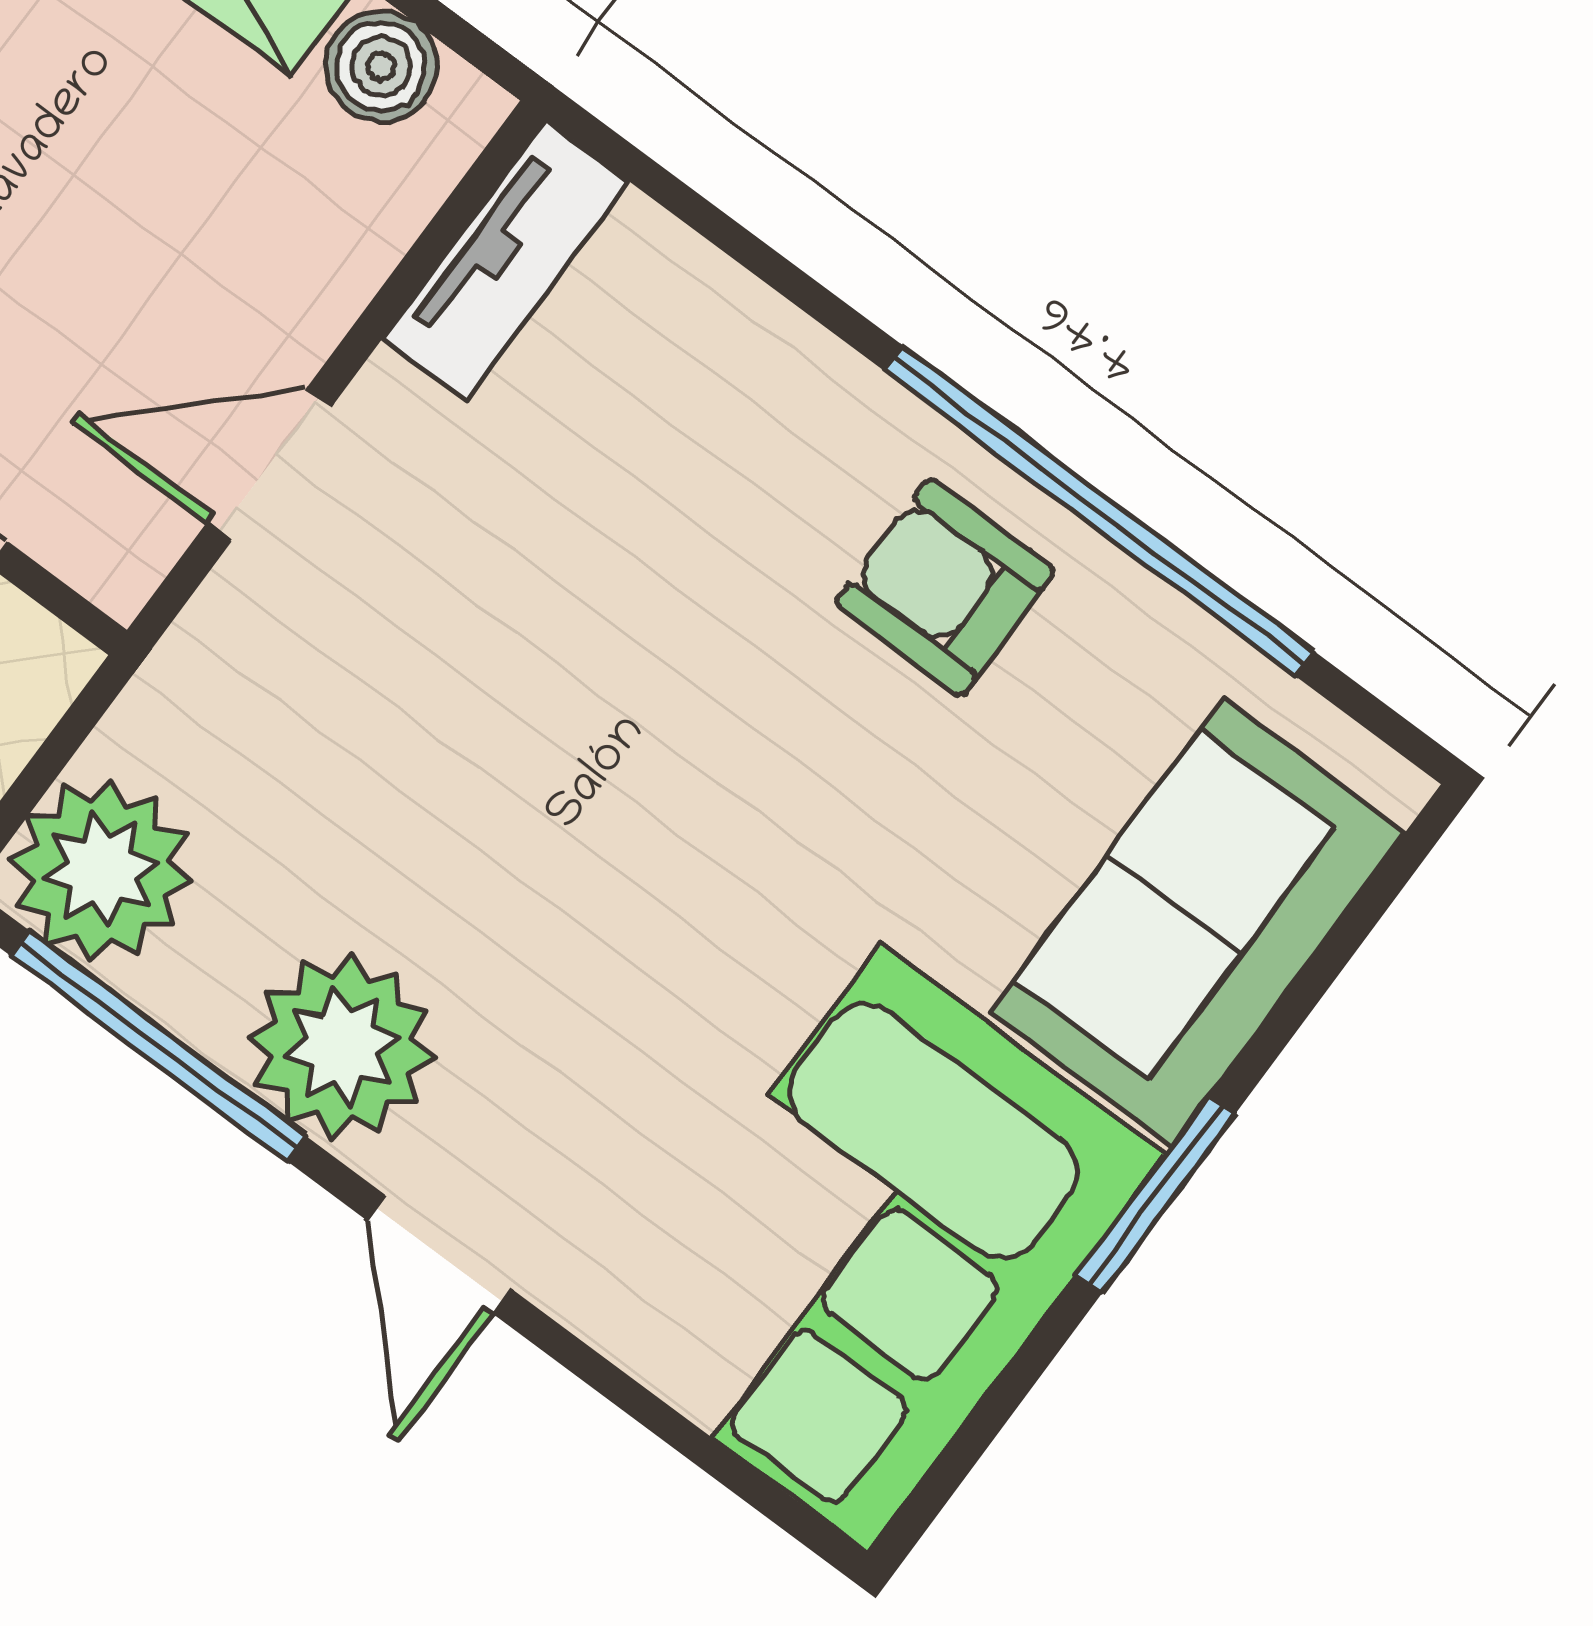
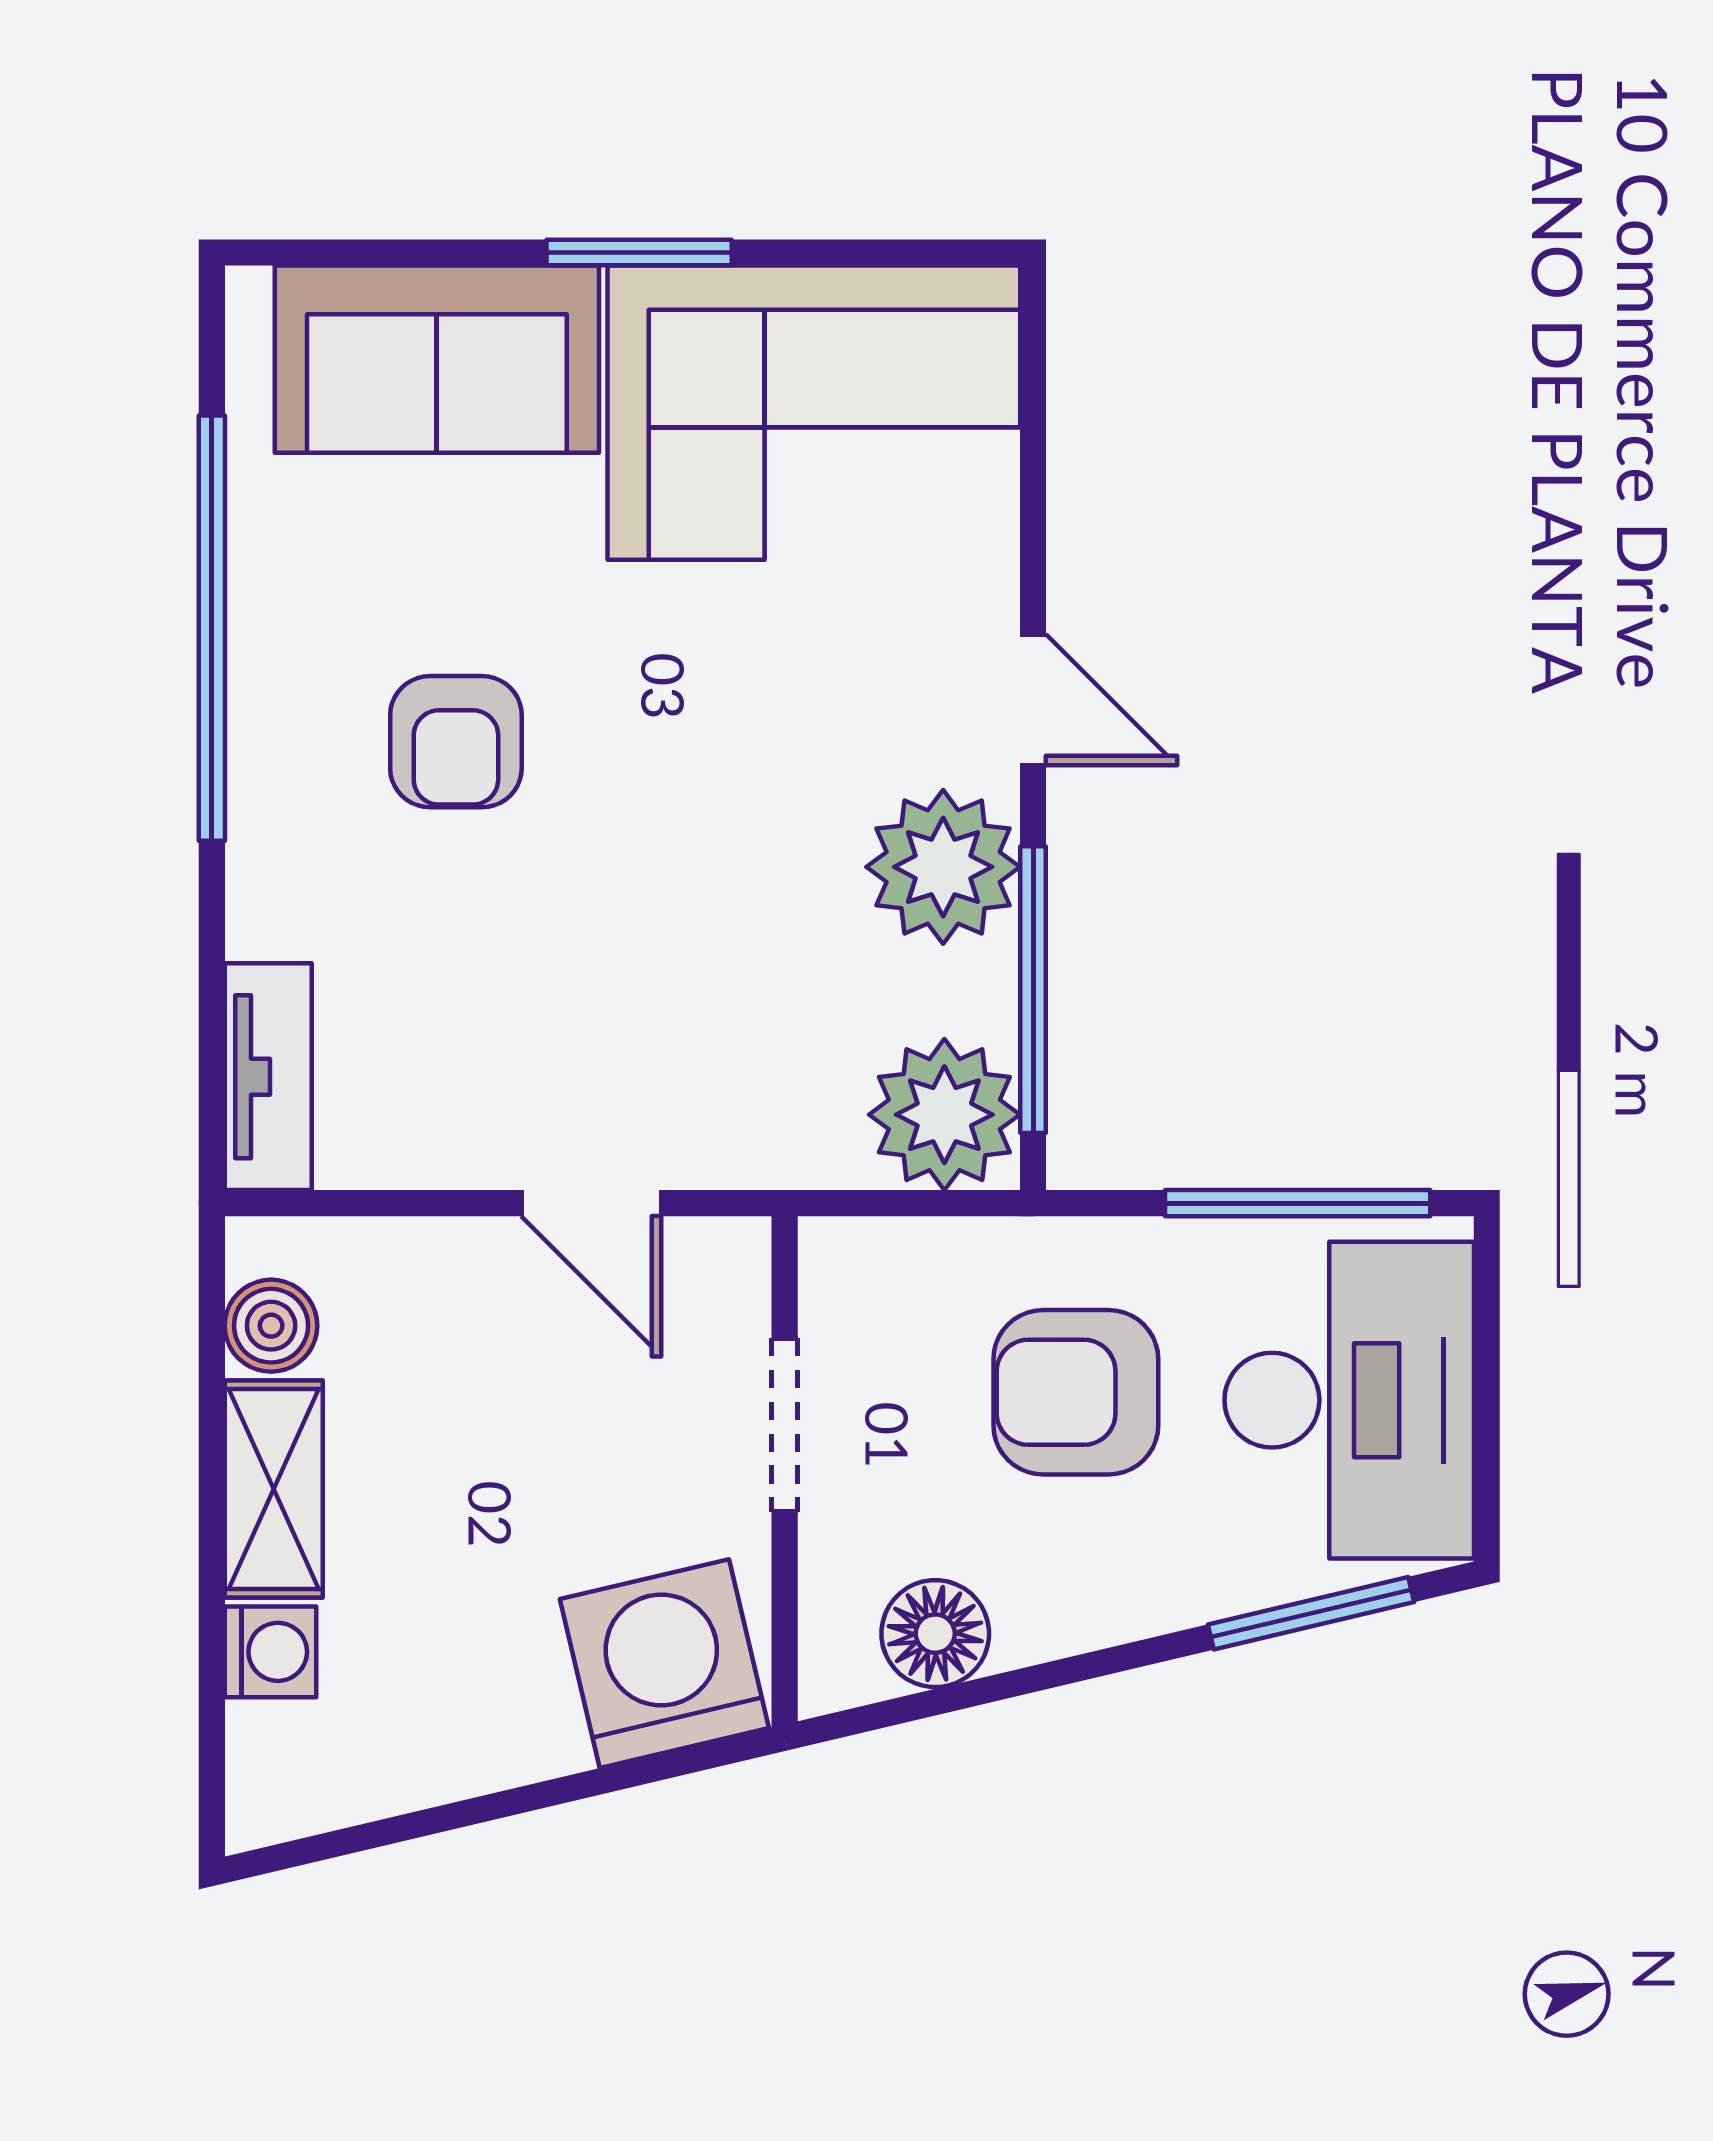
tv unit: (506, 260) -> (268, 1077), moved, turned 90
armchair: (945, 587) -> (456, 742), moved
door: (439, 1254) -> (1033, 700), hinge flipped

